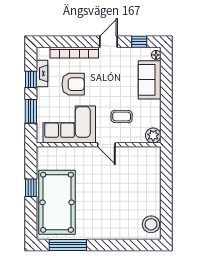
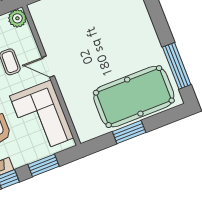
door: (106, 145) -> (48, 67), swing flipped
window: (31, 188) -> (129, 132), width x1.50

